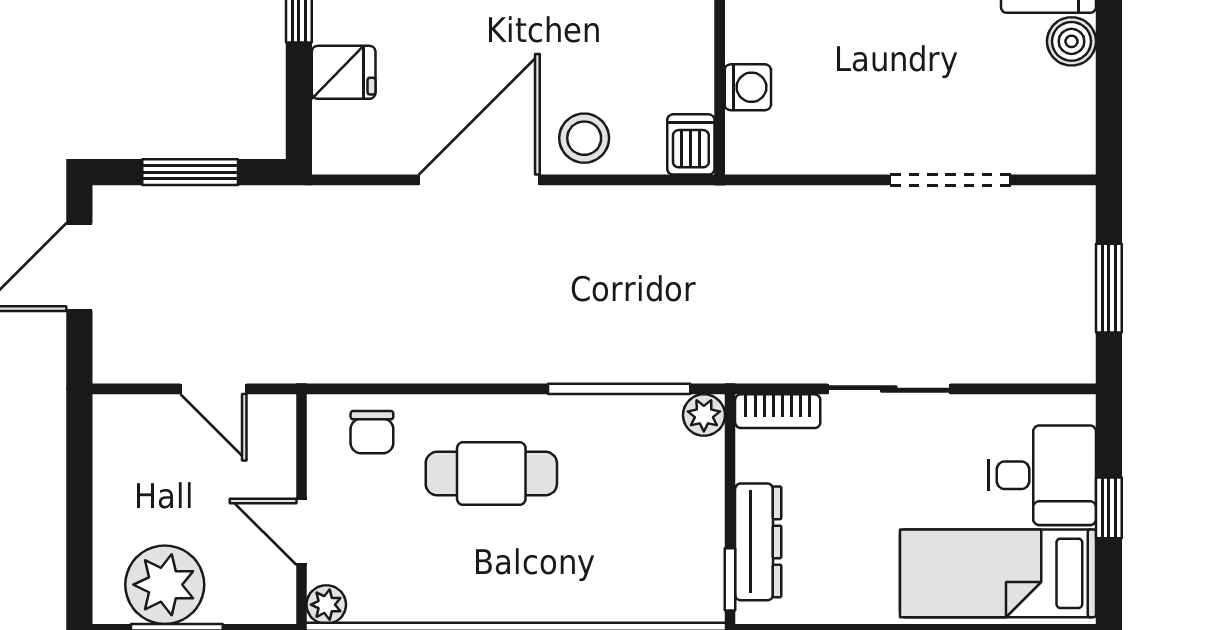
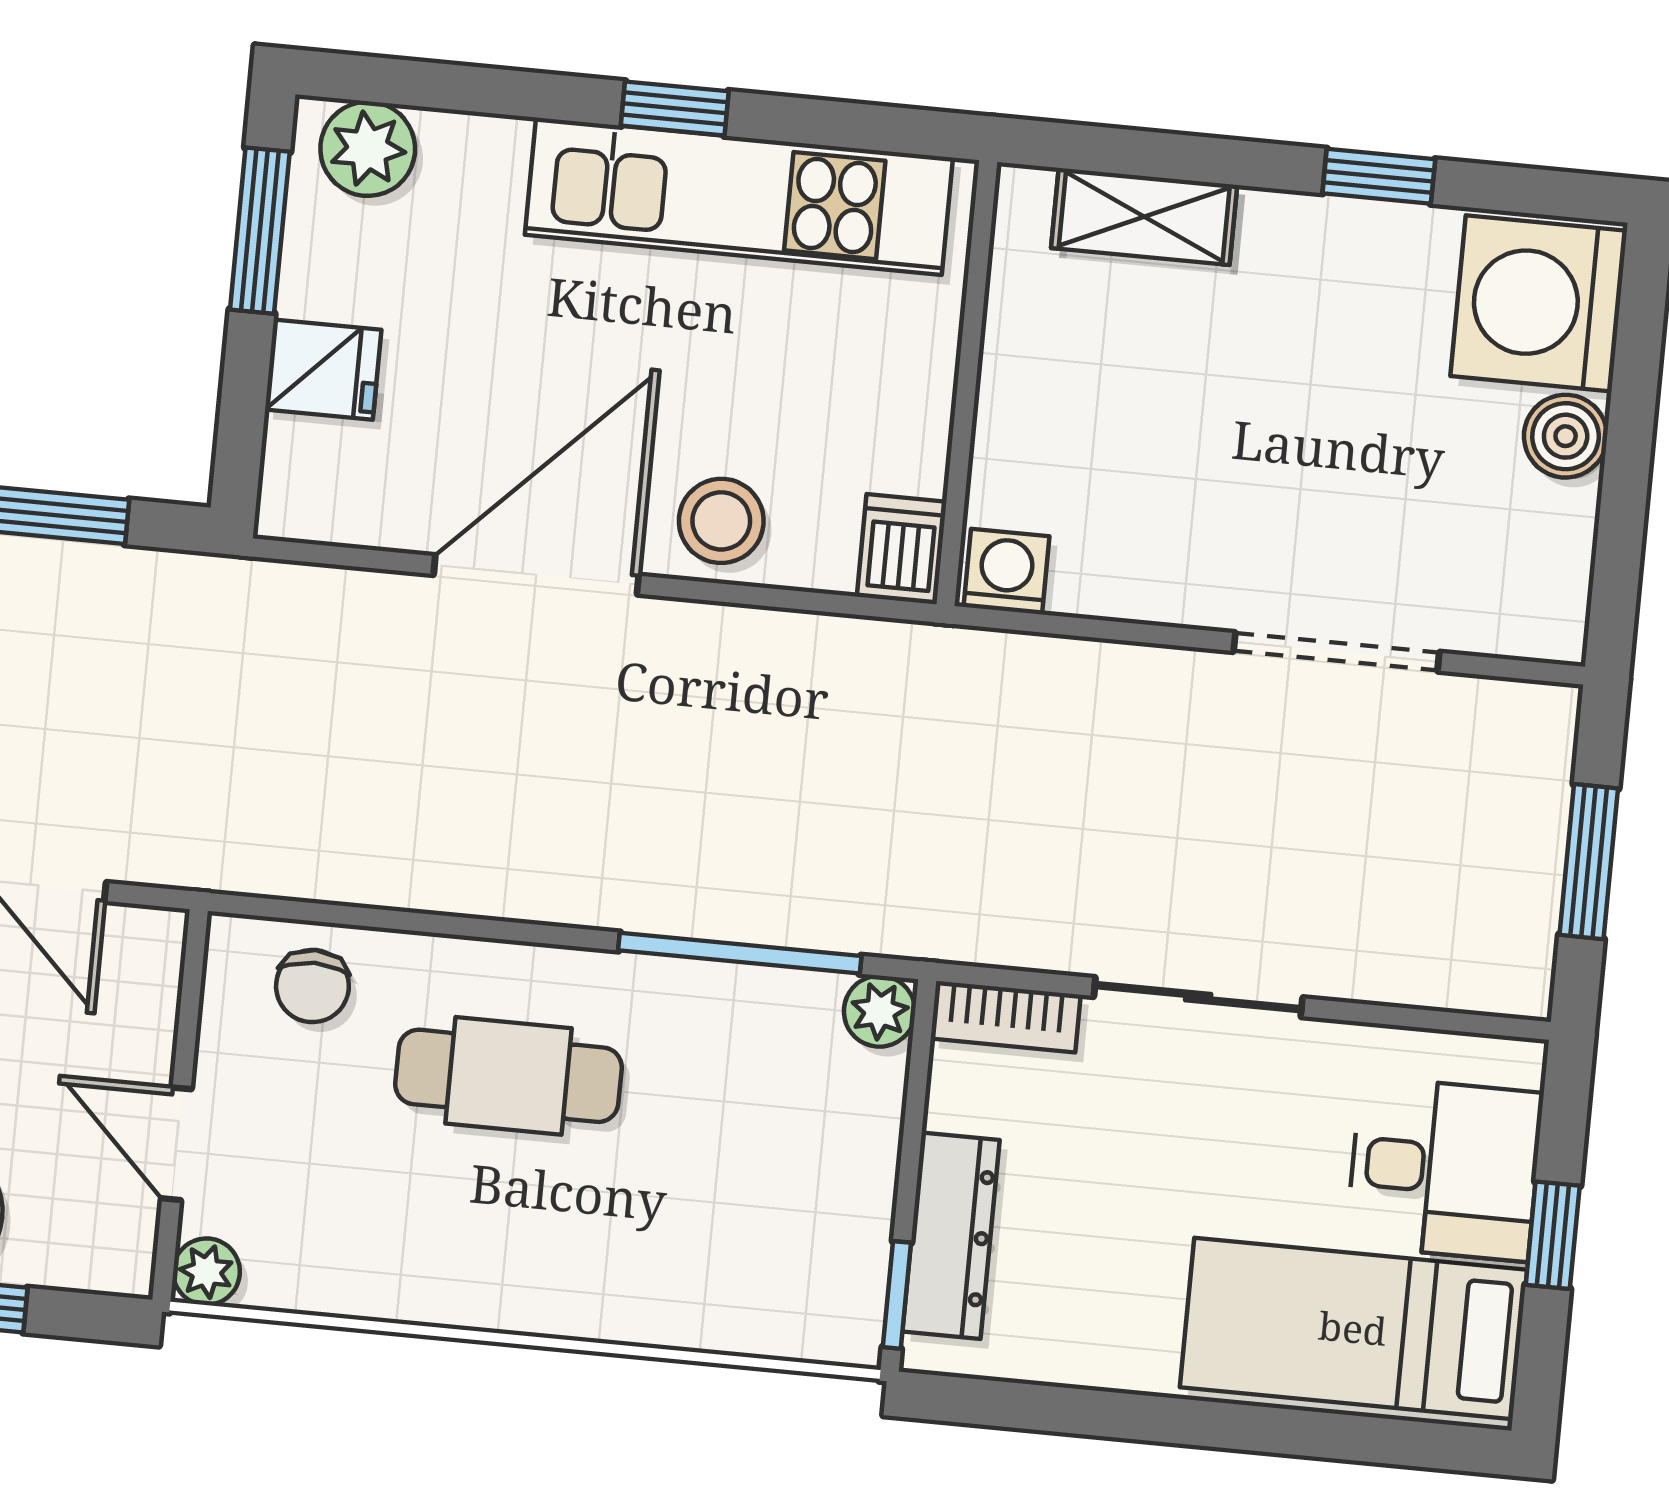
washing machine: (748, 87) -> (1006, 572), moved, turned -90

